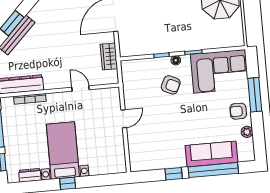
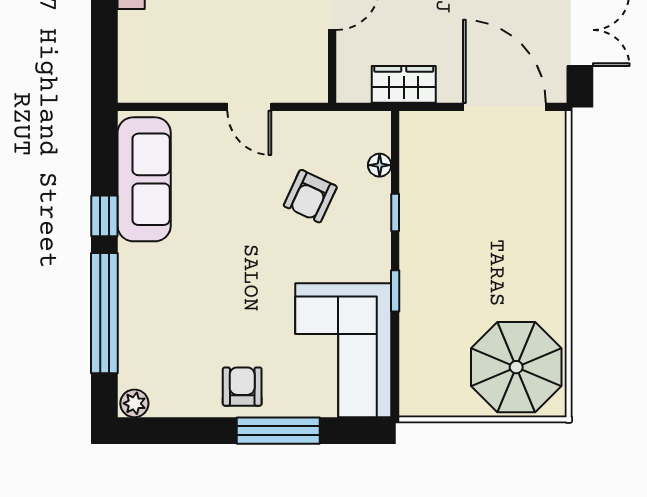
floor lamp: (176, 60) -> (380, 165), moved
armchair: (171, 85) -> (310, 196), moved
plant: (247, 132) -> (134, 403), moved
sofa: (211, 154) -> (144, 179), moved

